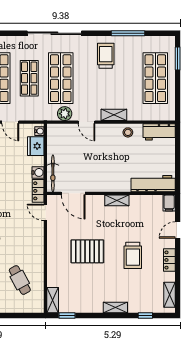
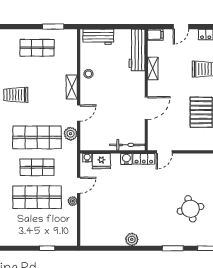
window: (178, 59) -> (53, 27), moved
shop shelf: (155, 78) -> (37, 48), width x0.70, depth x0.74
workbench: (159, 132) -> (98, 37), moved, turned 90
door: (73, 193) -> (146, 108), moved
shelving: (117, 200) -> (153, 68), moved
door: (178, 230) -> (181, 27), hinge flipped

